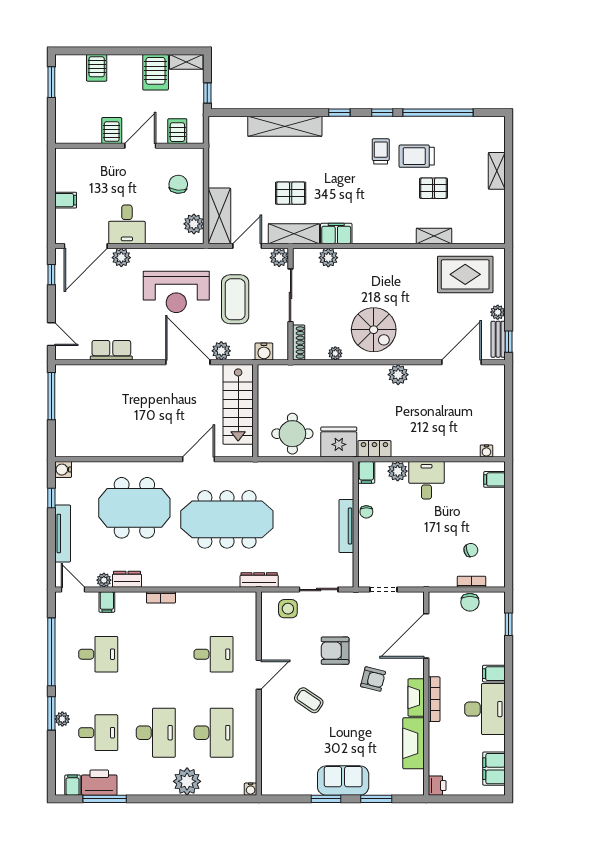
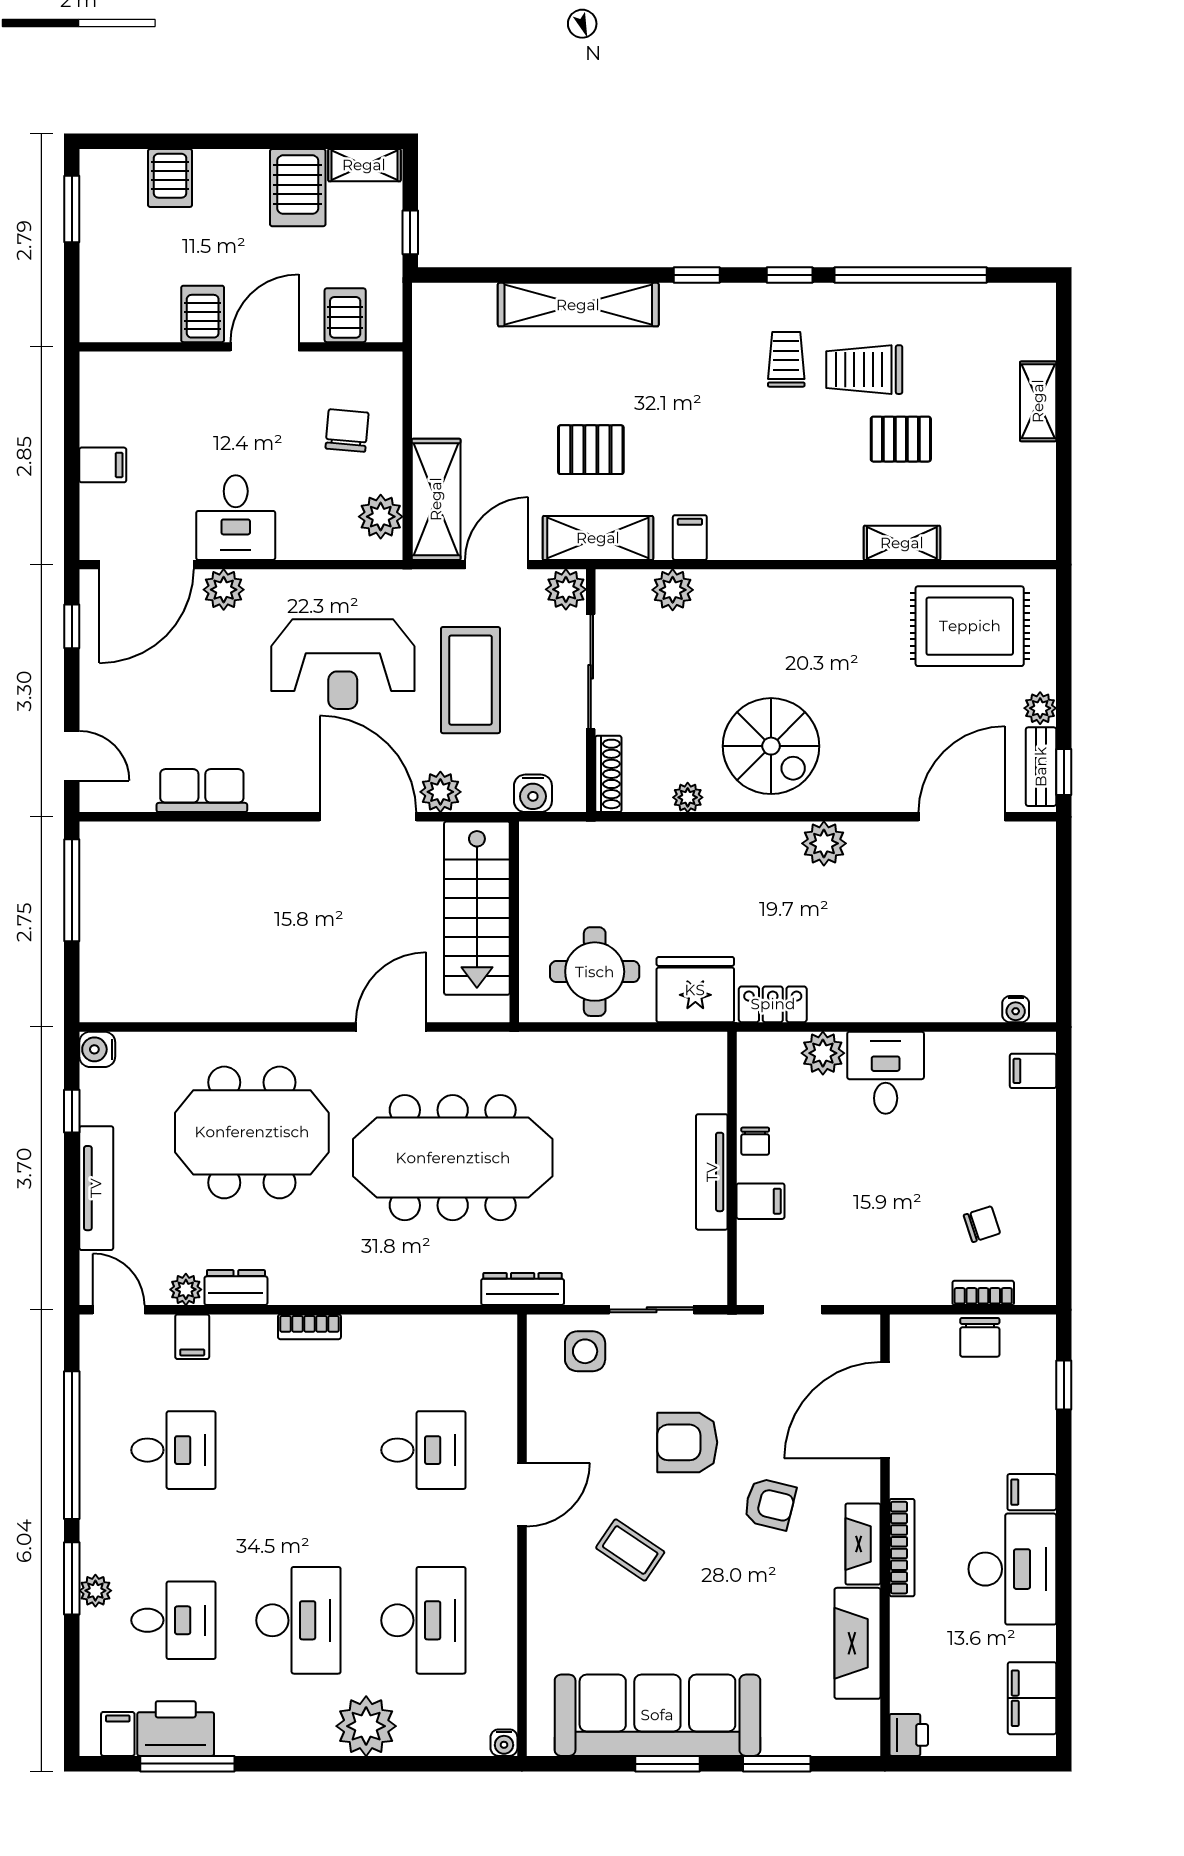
filing cabinet: (336, 234) -> (690, 538), width x0.50
filing cabinet: (366, 472) -> (761, 1201), moved, turned -90
sofa: (343, 780) -> (657, 1715), width x1.85, depth x1.27

